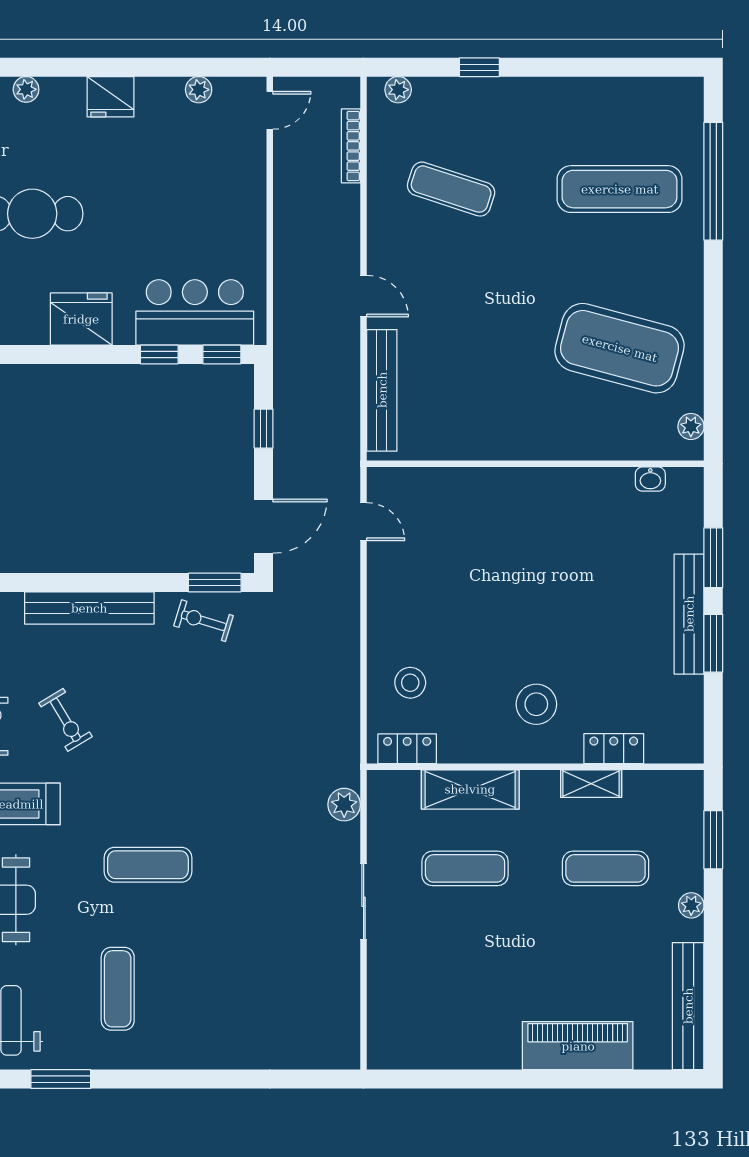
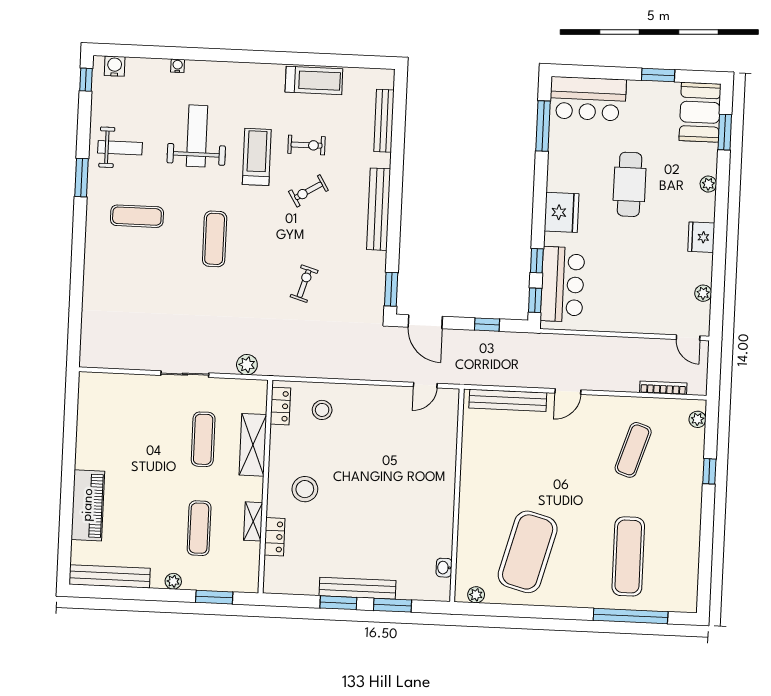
exercise bike: (204, 621) -> (304, 284), moved

